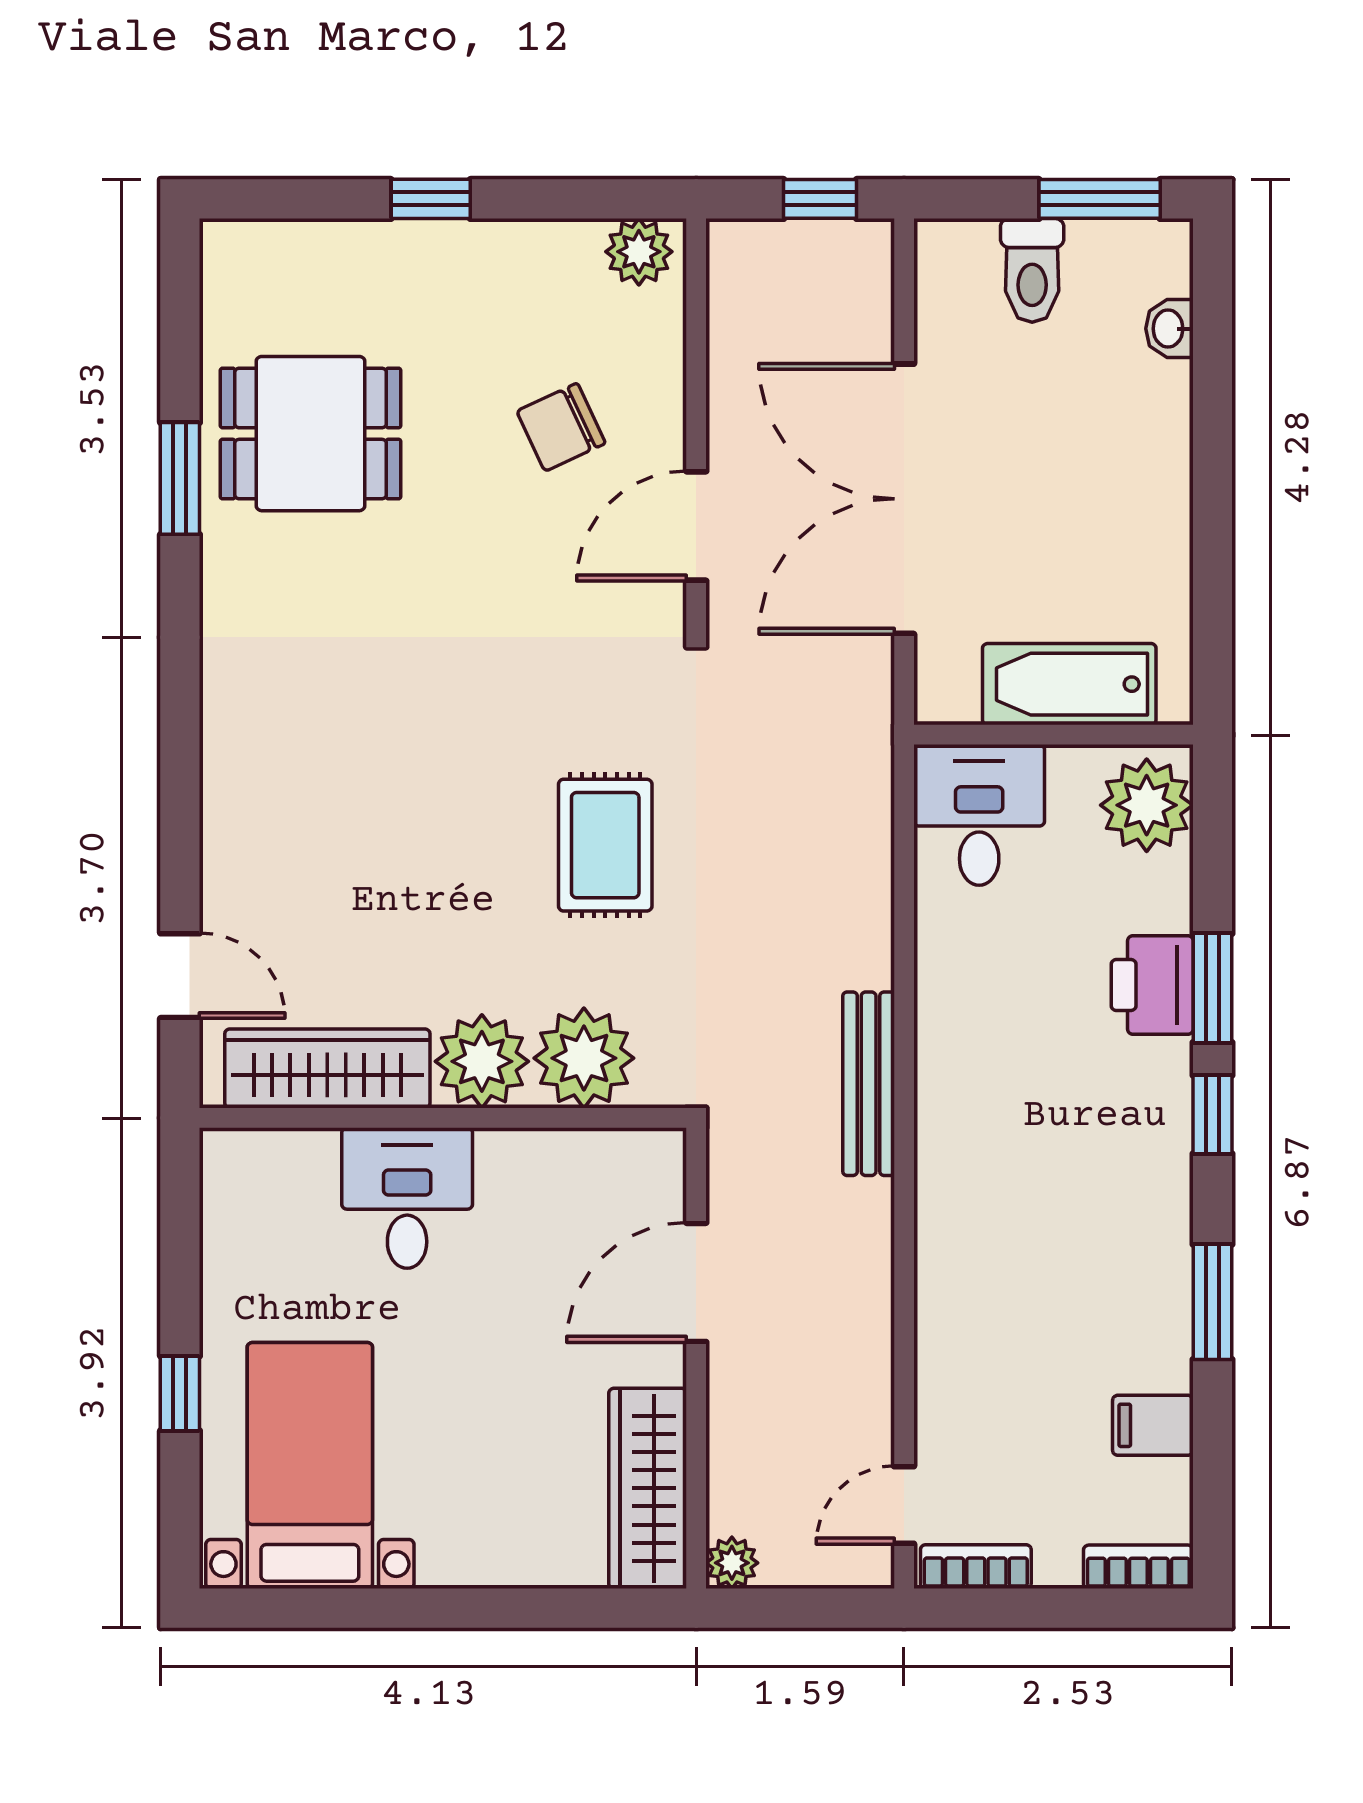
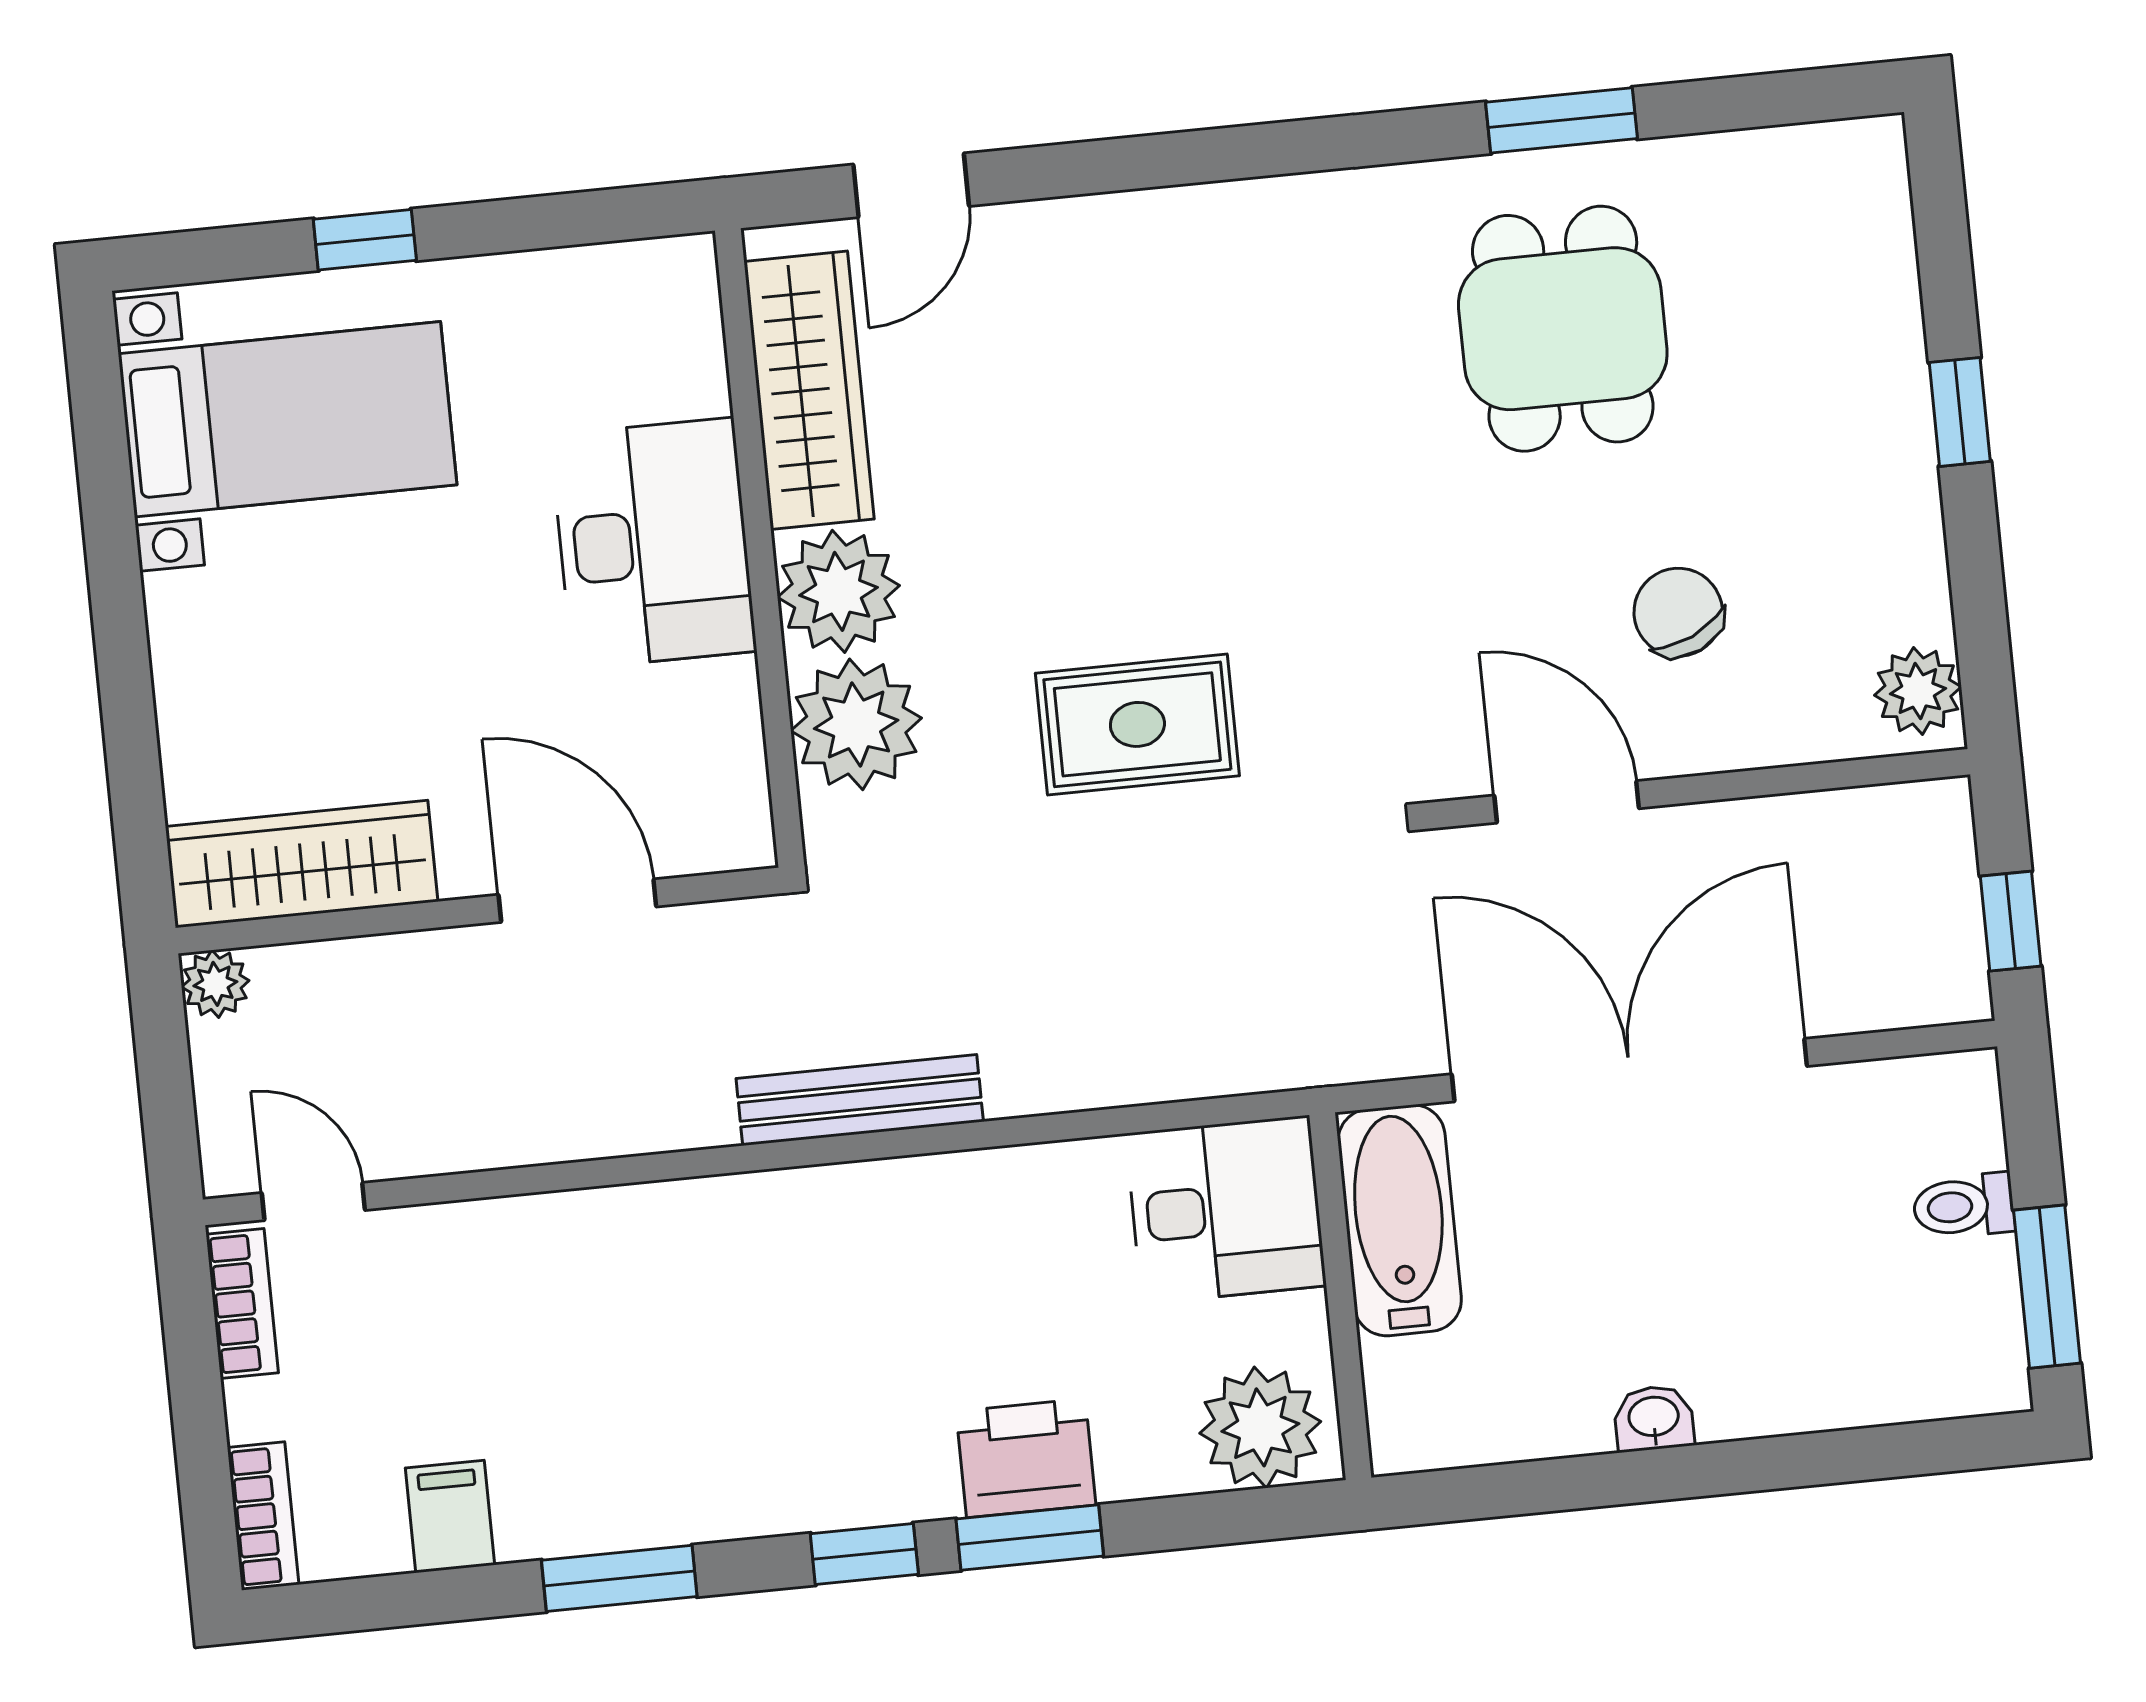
toilet: (1032, 270) -> (1964, 1206), width x0.73, depth x0.72
washbasin: (1169, 329) -> (1654, 1418), moved
dining table: (311, 434) -> (1563, 329), moved
bathtub: (1069, 684) -> (1400, 1220), moved
desk: (407, 1198) -> (653, 543), width x1.37

